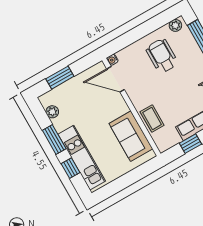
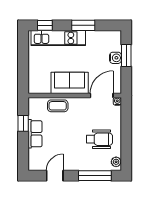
water cooler: (69, 87) -> (115, 58), added
plant: (52, 112) -> (104, 36), removed
sofa: (131, 136) -> (70, 83), moved
window: (71, 168) -> (45, 25), moved

